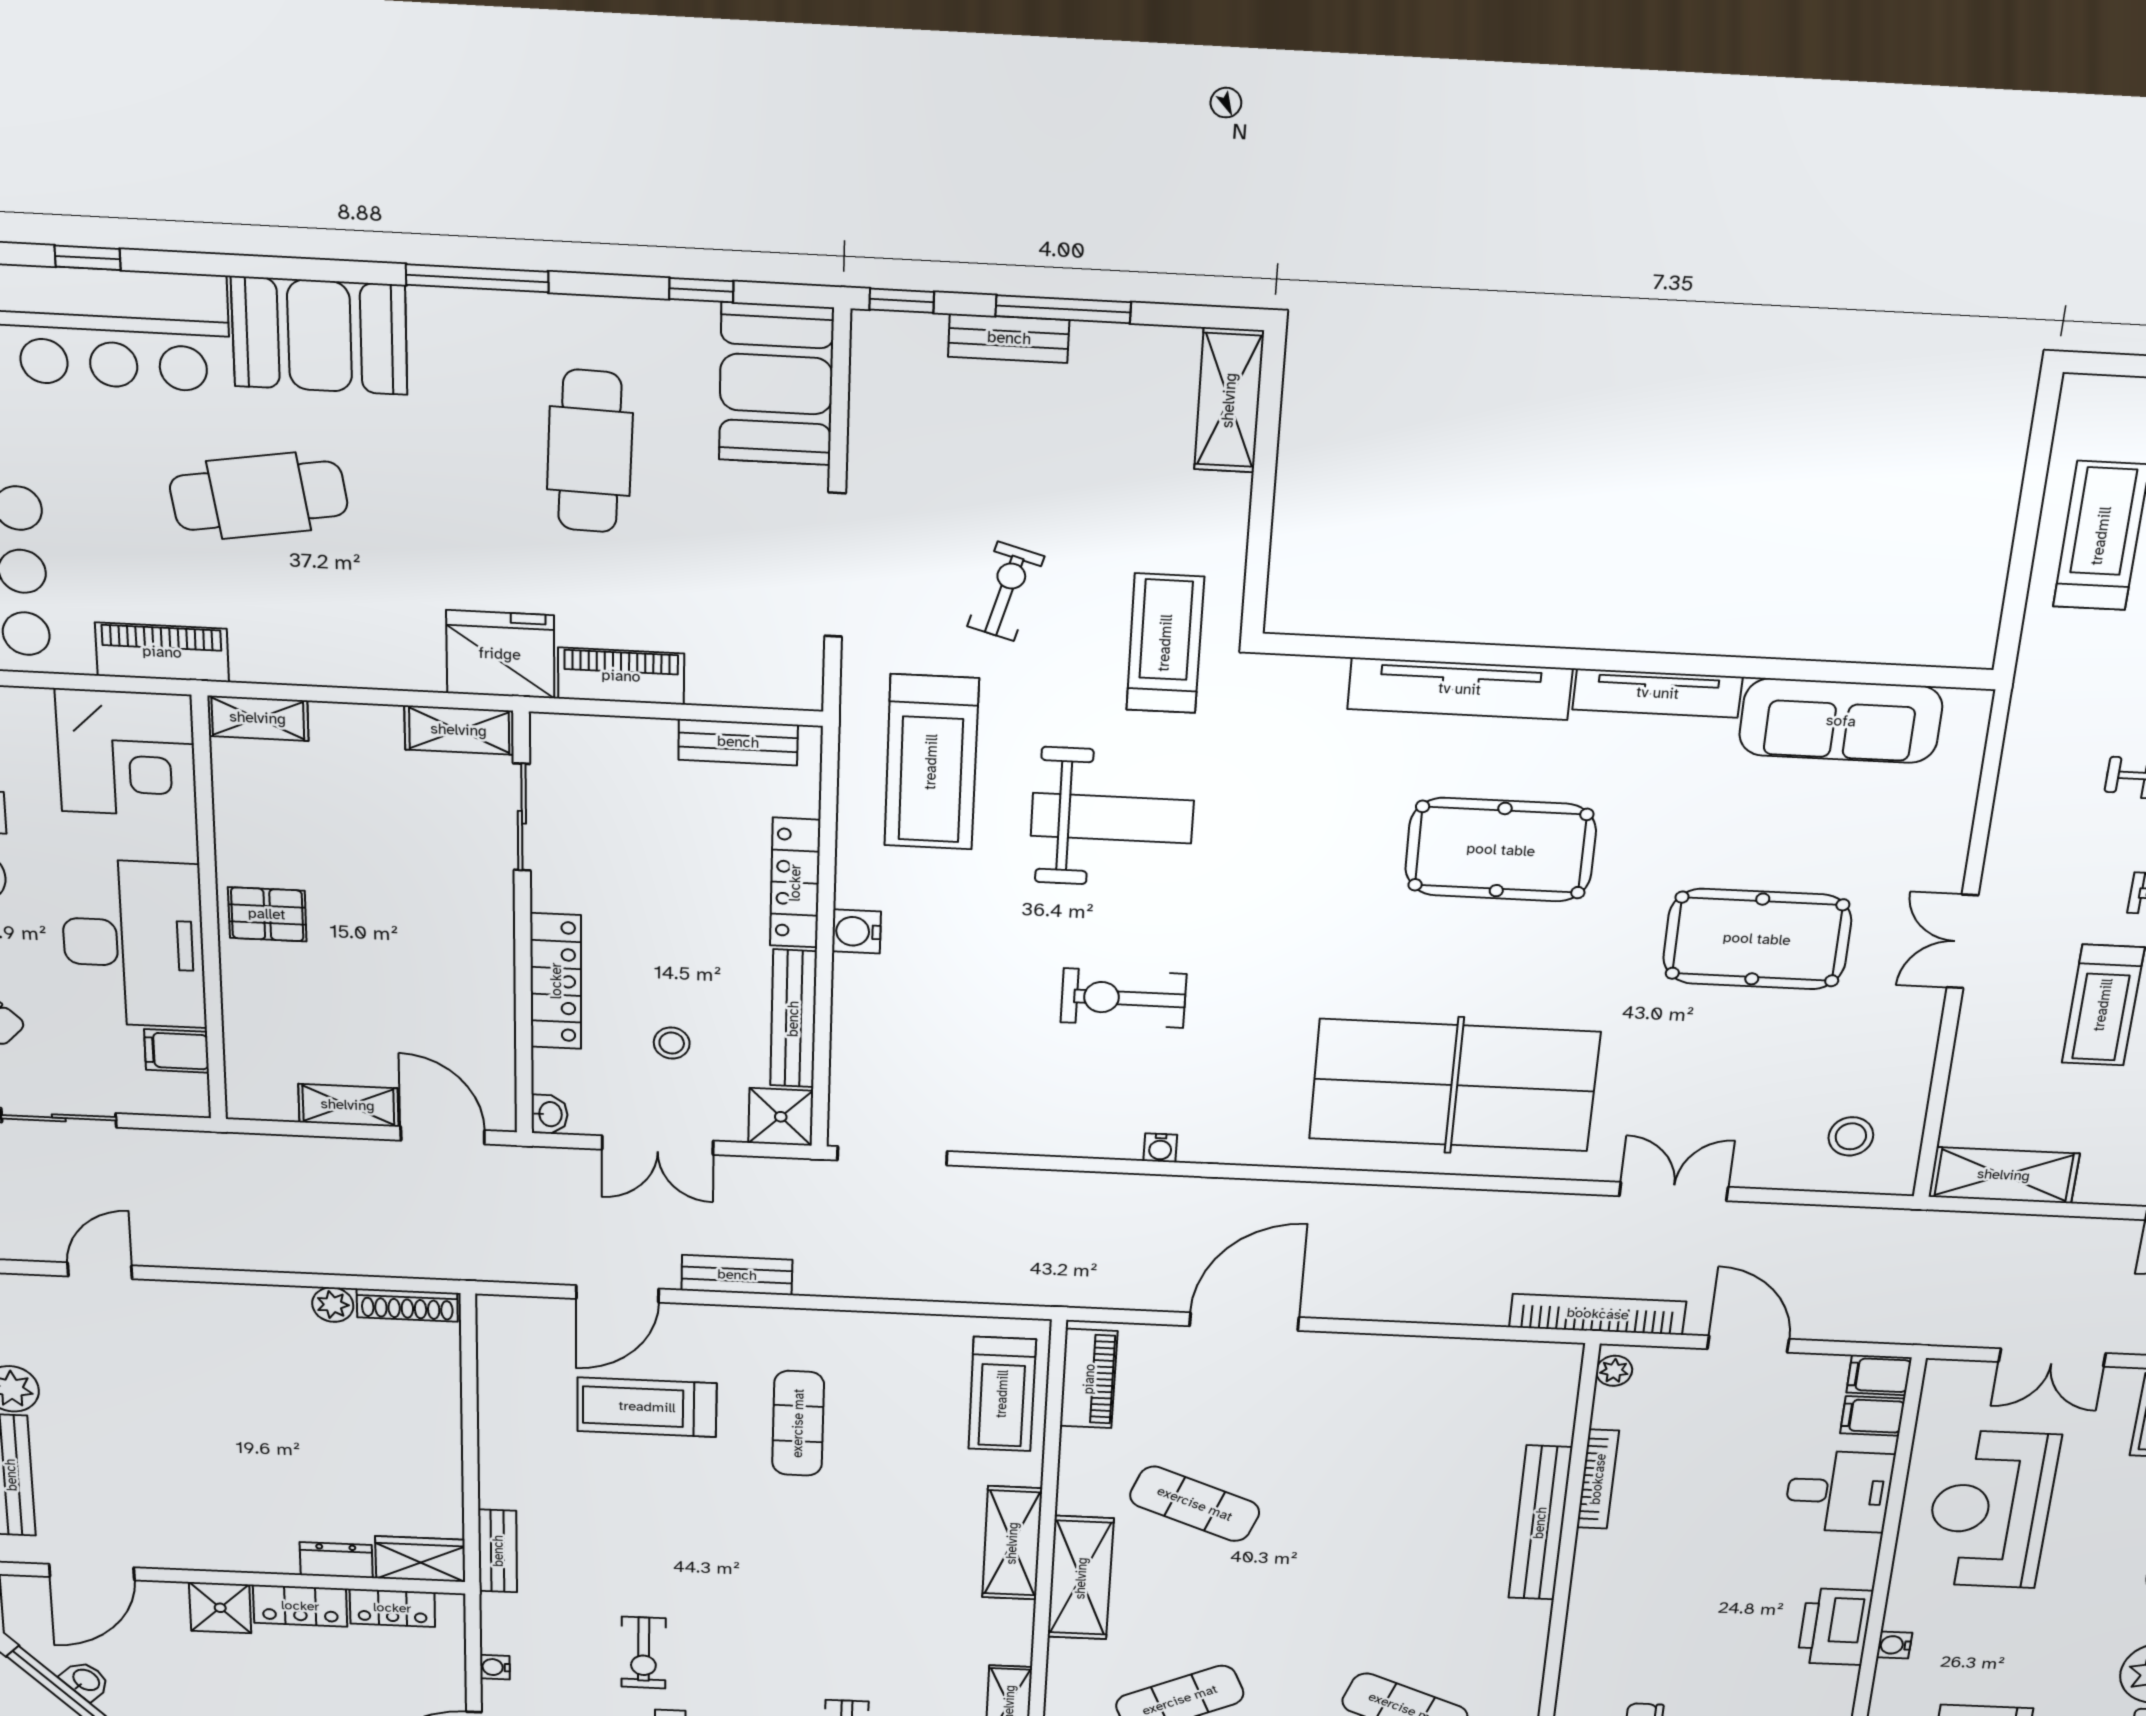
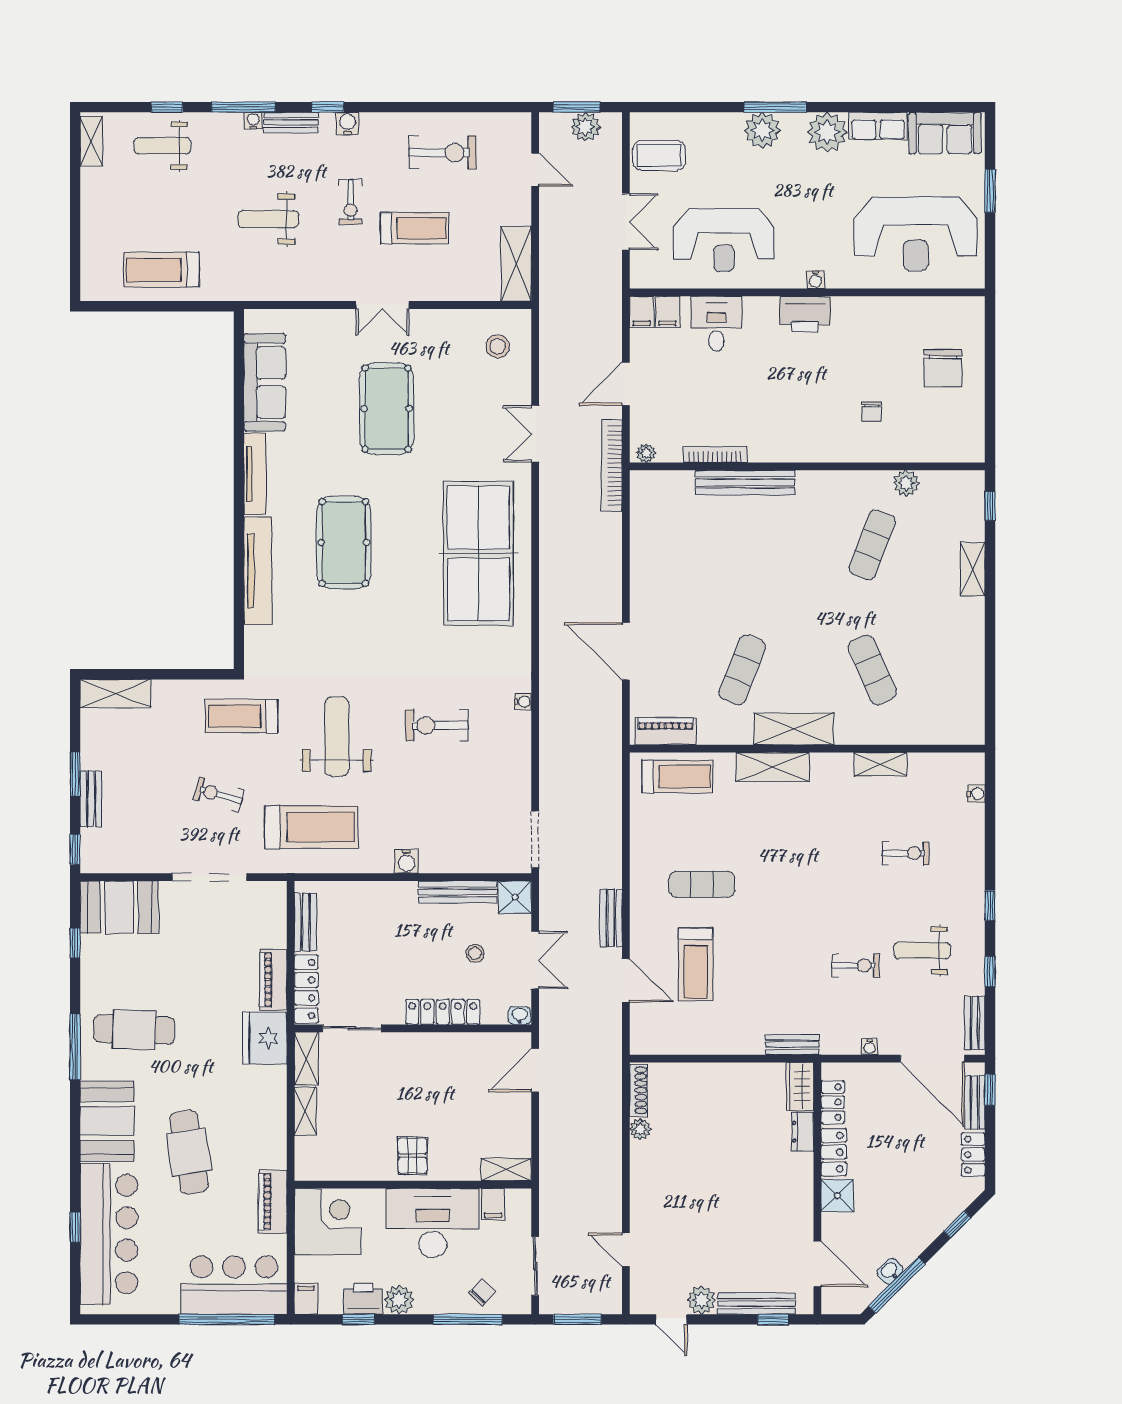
window: (1063, 309) -> (75, 774), width x0.69
cafe table: (590, 451) -> (134, 1030), moved
shelving: (258, 718) -> (305, 1111), moved
locker: (795, 883) -> (306, 989), moved, turned -90
exercise bike: (1124, 998) -> (437, 725), turned 90
shelving: (348, 1105) -> (506, 1169), moved, turned 90

